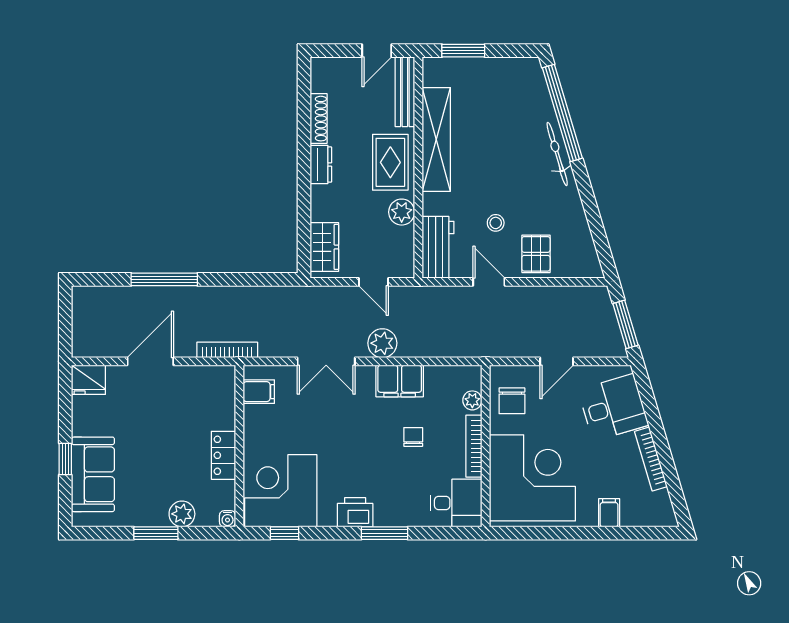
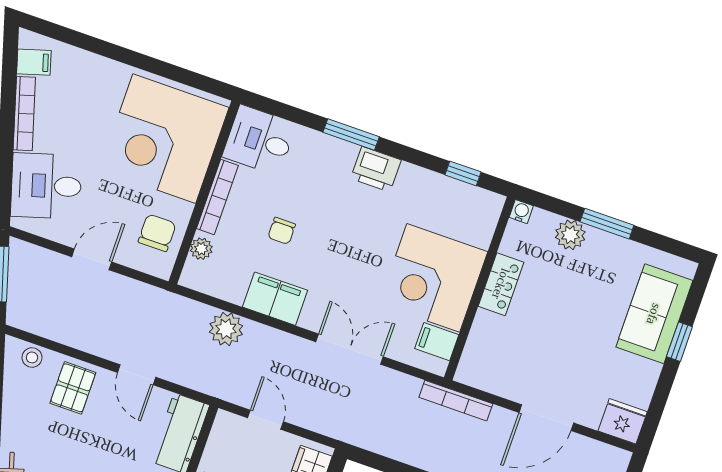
stool: (496, 223) -> (32, 357), moved
plant: (382, 343) -> (226, 329), moved
corner desk: (281, 491) -> (433, 278), moved, turned 90
filing cabinet: (609, 513) -> (34, 62), moved, turned -107

